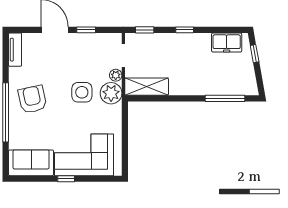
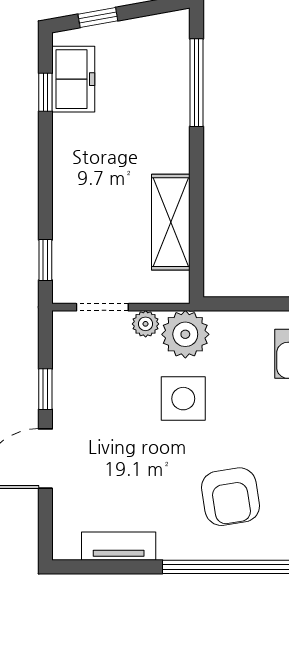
window: (185, 30) -> (45, 92), moved
tv unit: (15, 50) -> (119, 546), moved
shelving: (147, 87) -> (171, 222), moved
armchair: (32, 99) -> (231, 497), moved, turned -87

